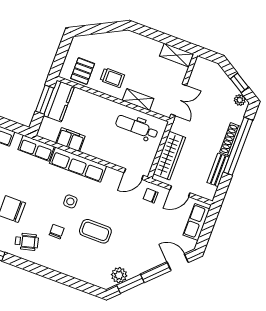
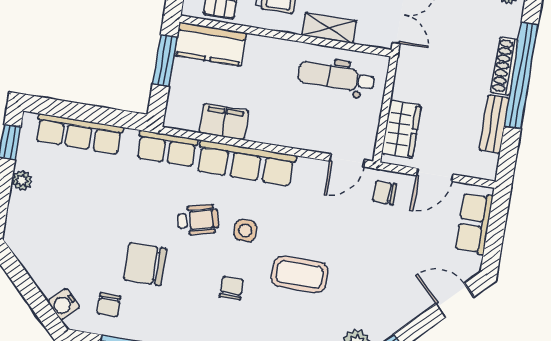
kitchen counter: (59, 101) -> (210, 44), moved, turned 90
wardrobe: (169, 156) -> (401, 129), width x0.67
wheelchair: (27, 242) -> (198, 220), moved

